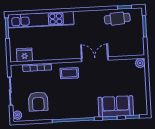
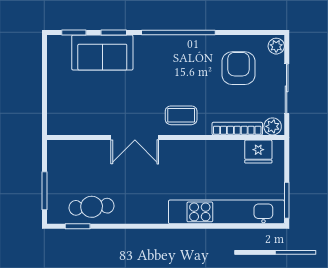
plant: (140, 63) -> (273, 126), moved

